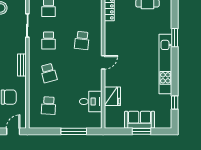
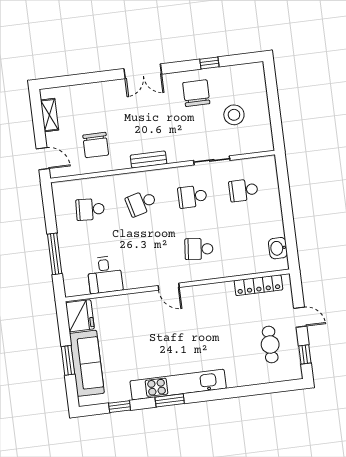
window: (175, 38) -> (170, 400), moved
fridge: (112, 96) -> (80, 316), moved, turned -90
sofa: (140, 120) -> (87, 363), width x1.36

